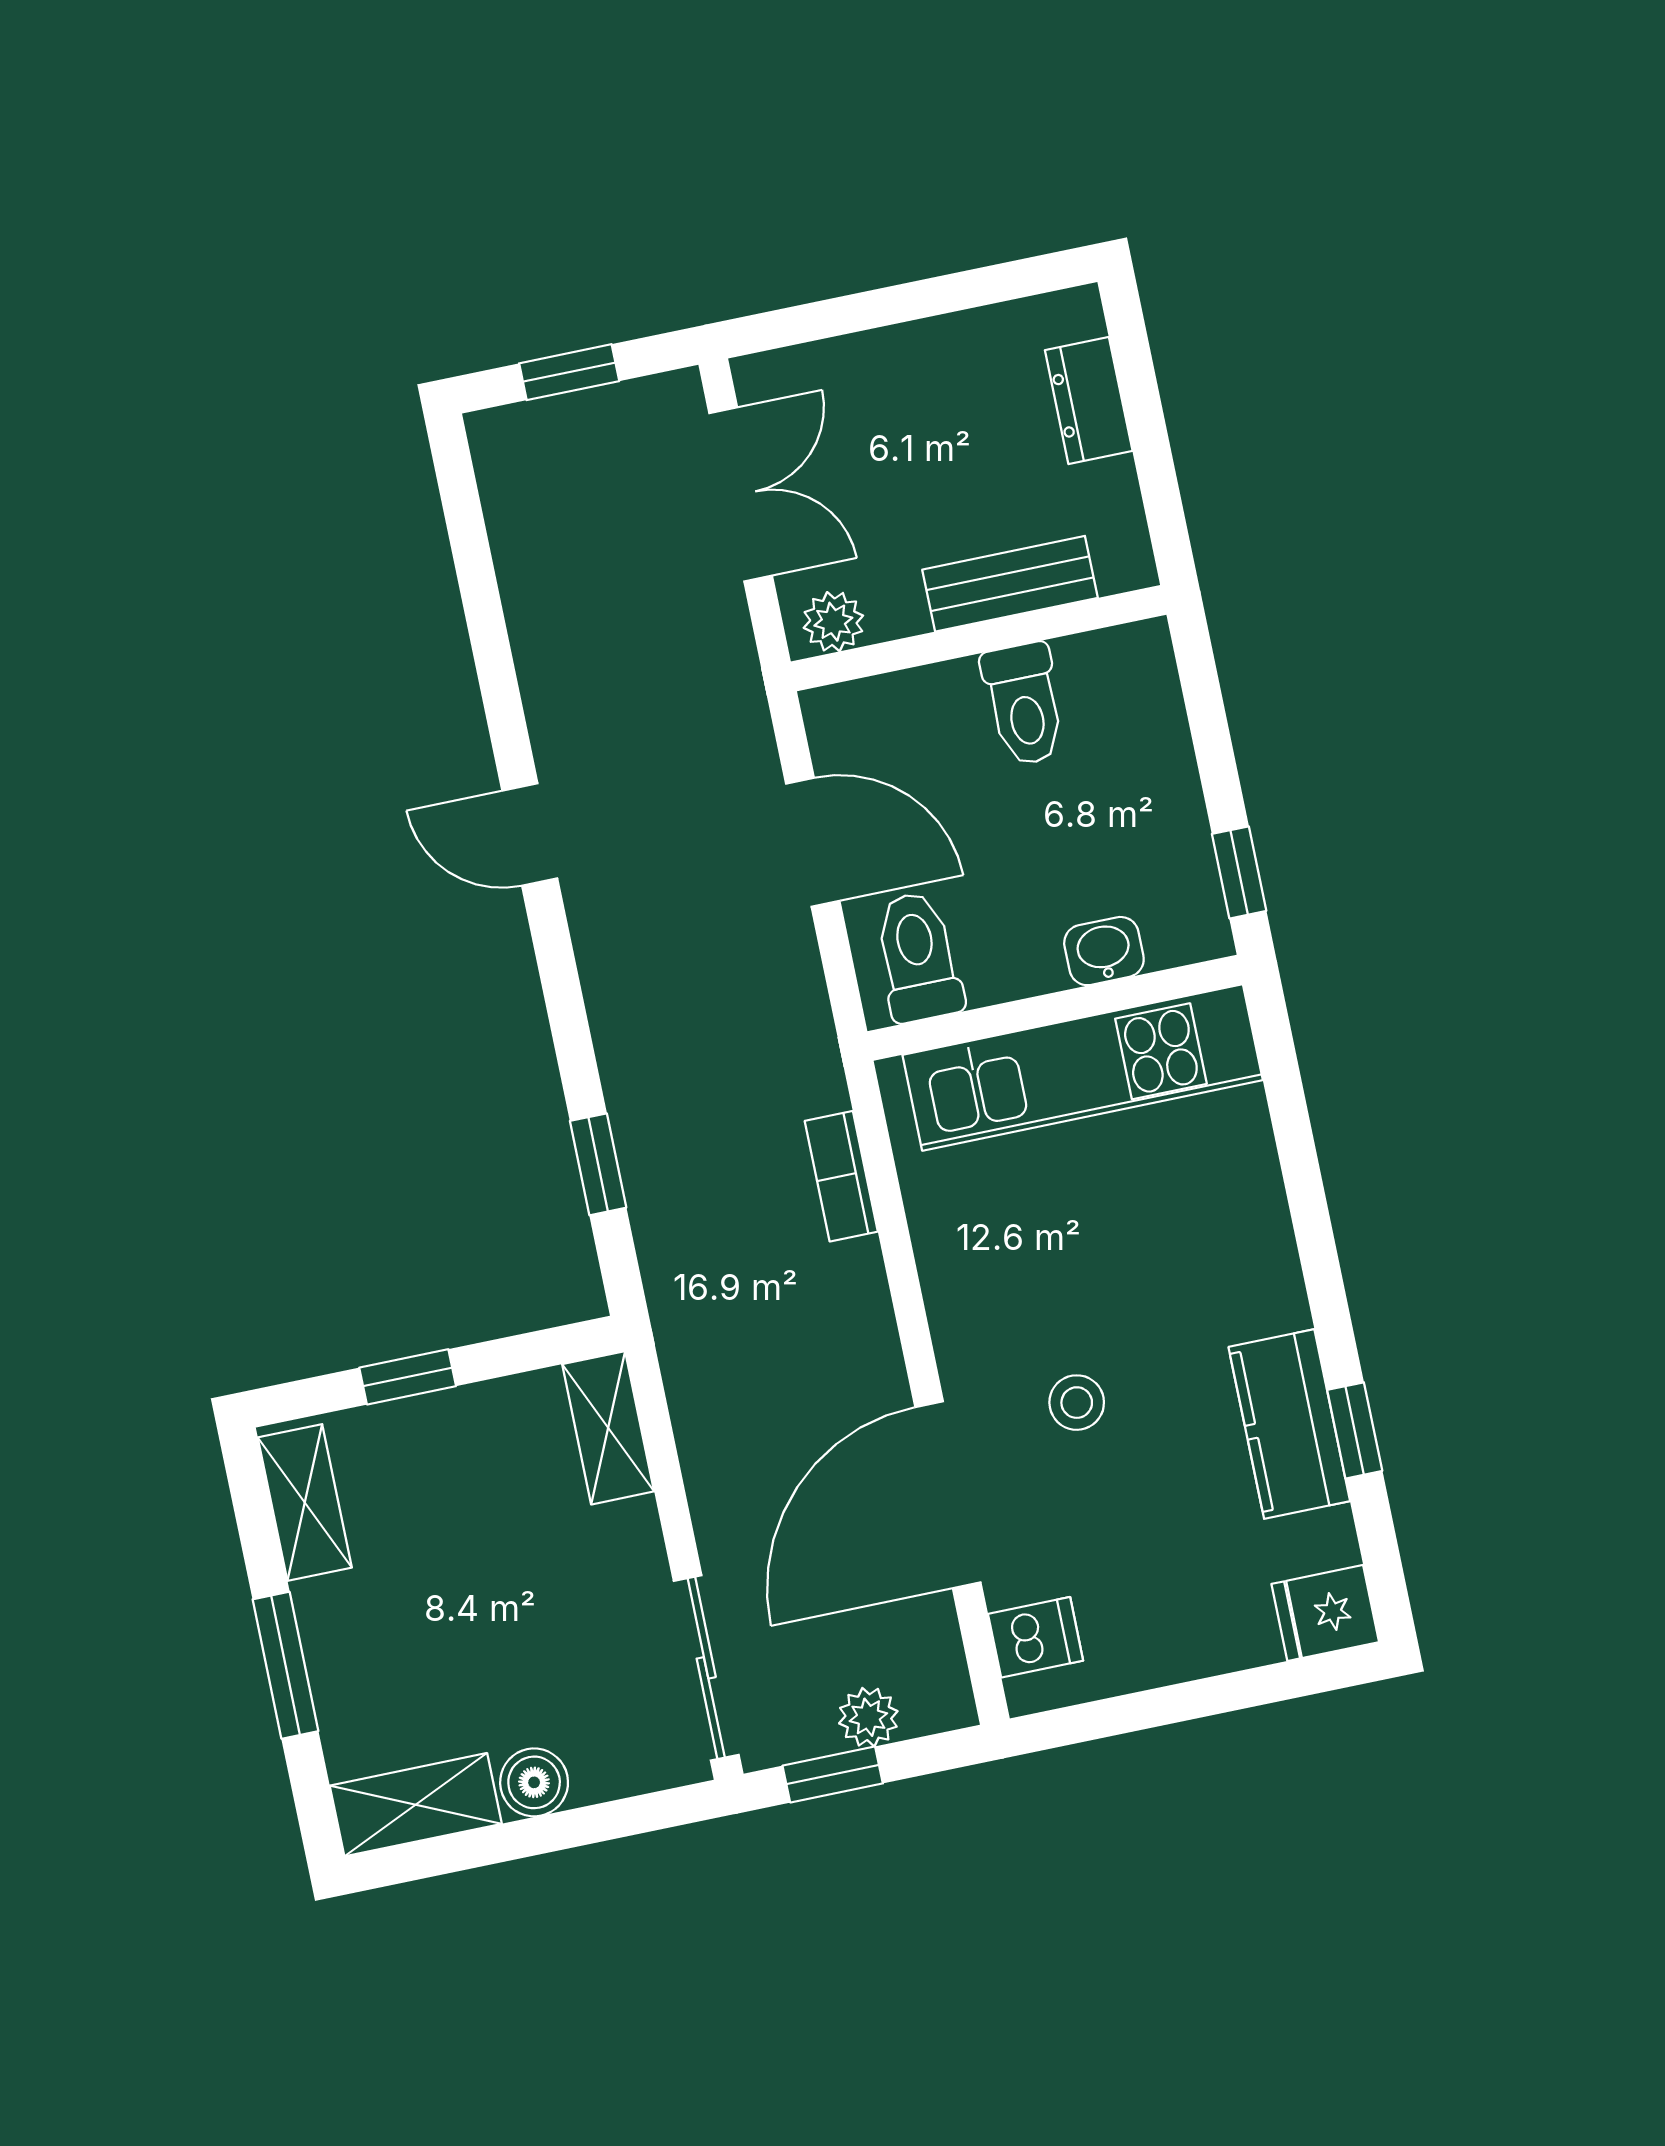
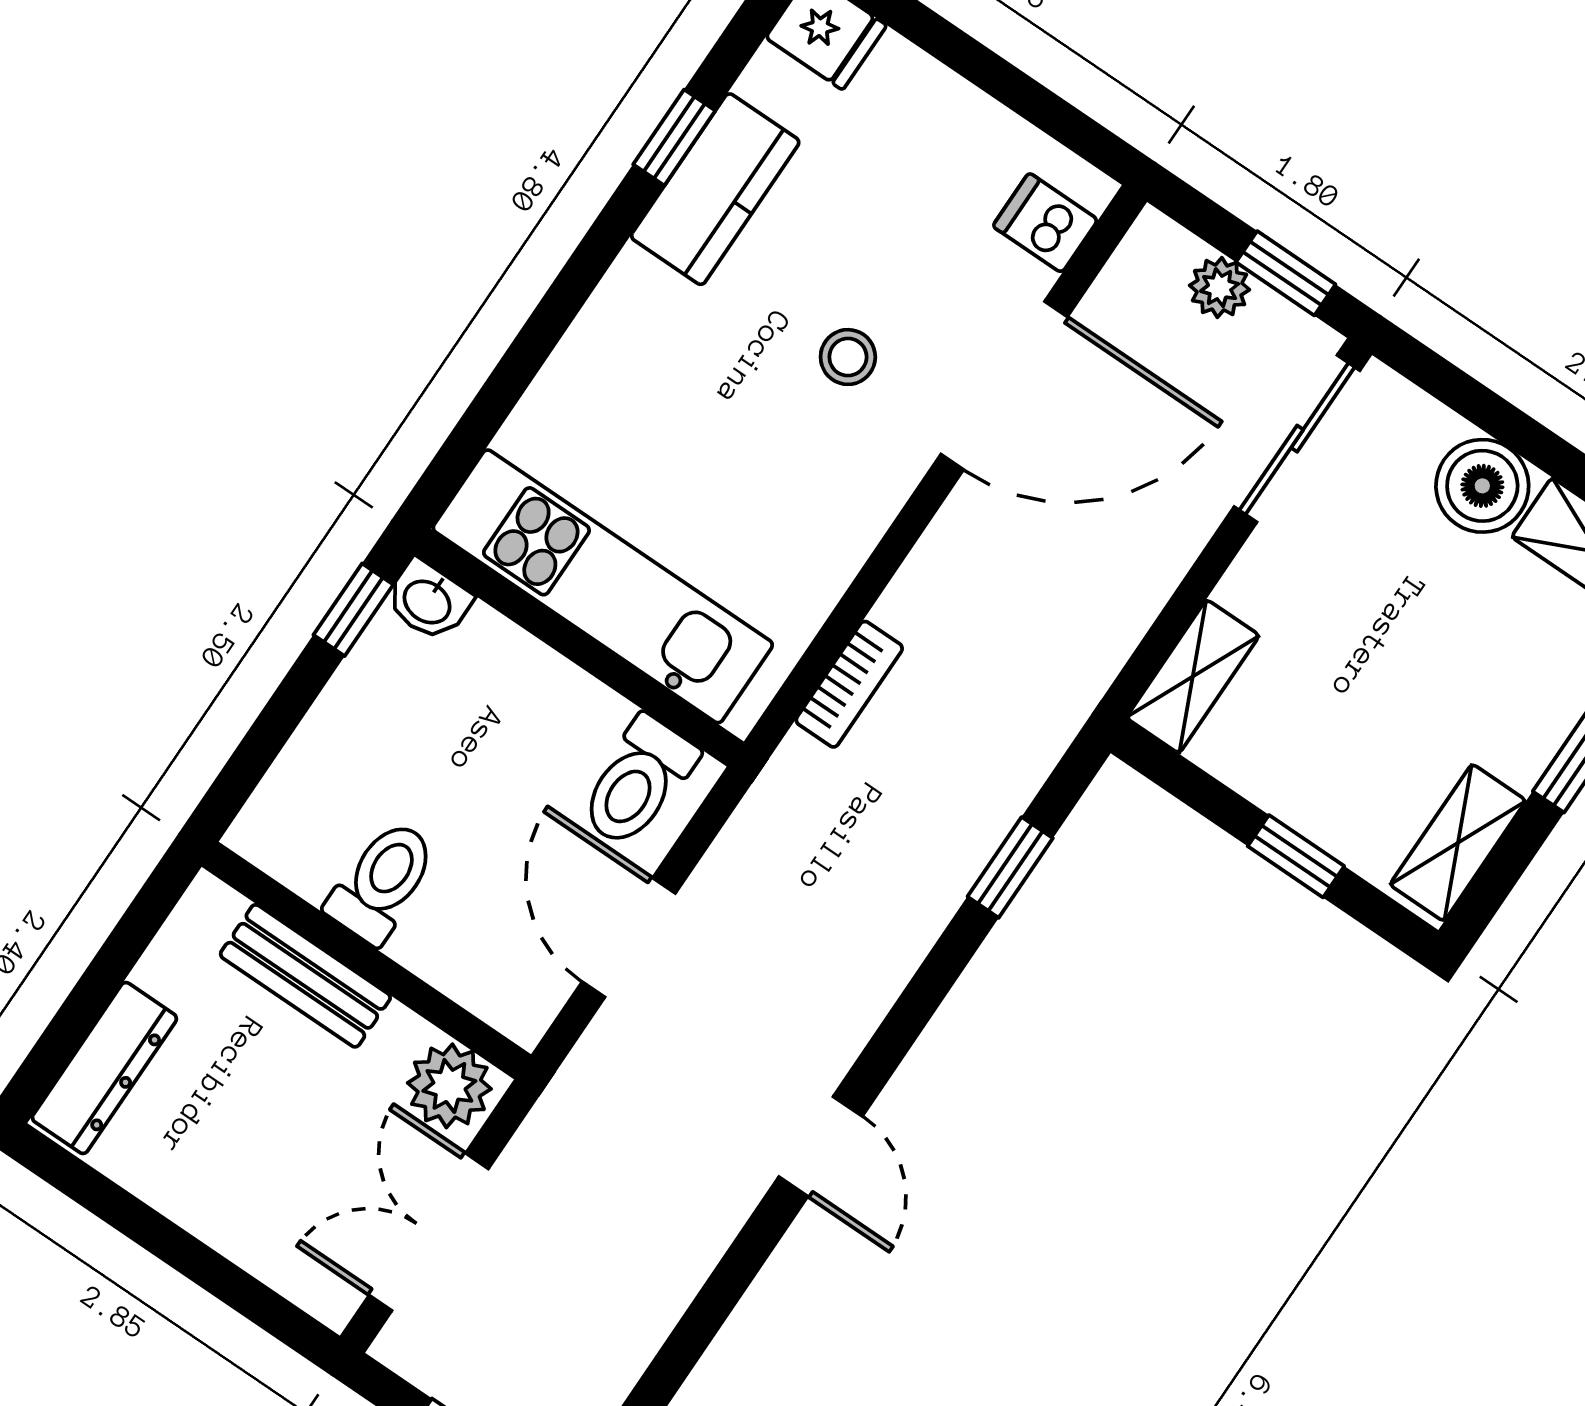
dresser: (1089, 401) -> (104, 1068), width x1.44
plant: (833, 622) -> (449, 1086), width x1.38, depth x1.38
washbasin: (1104, 951) -> (428, 601), moved
boiler: (534, 1782) -> (1482, 486), width x1.36, depth x1.36

